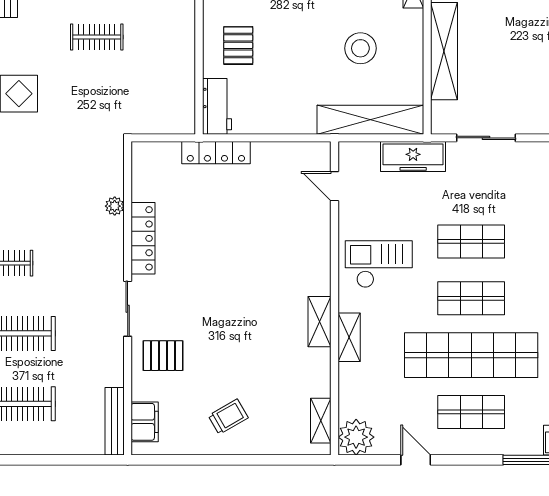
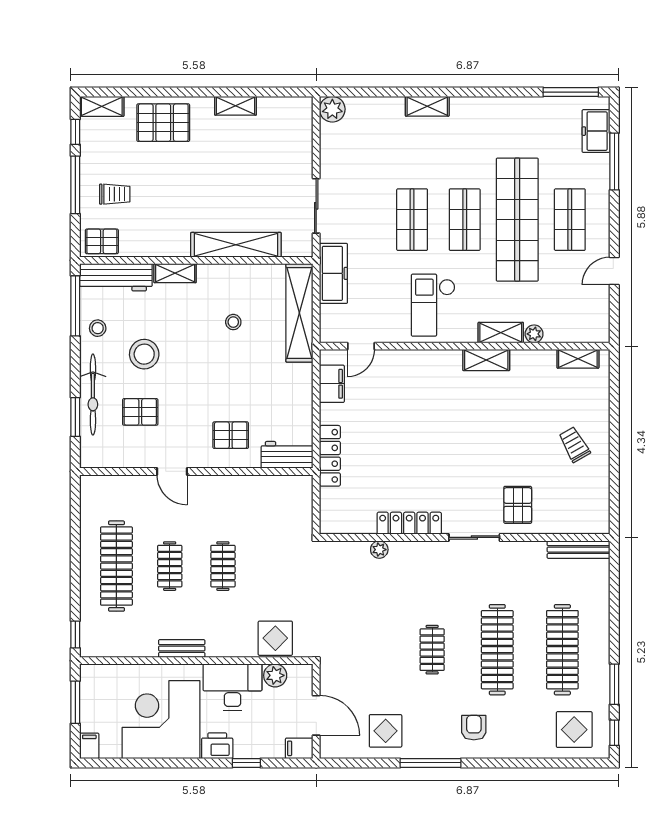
stool: (360, 48) -> (233, 322), width x0.53, depth x0.53
filing cabinet: (145, 422) -> (332, 384), moved, turned 90
plant: (356, 437) -> (534, 334), moved, width x0.53, depth x0.53

